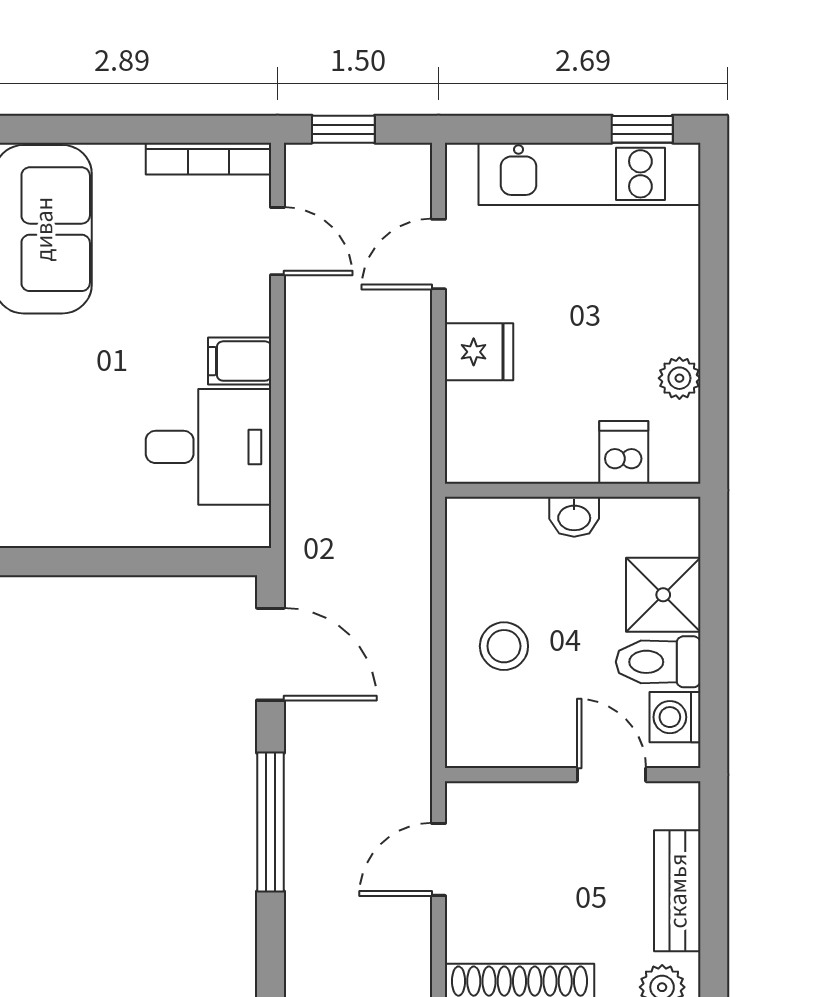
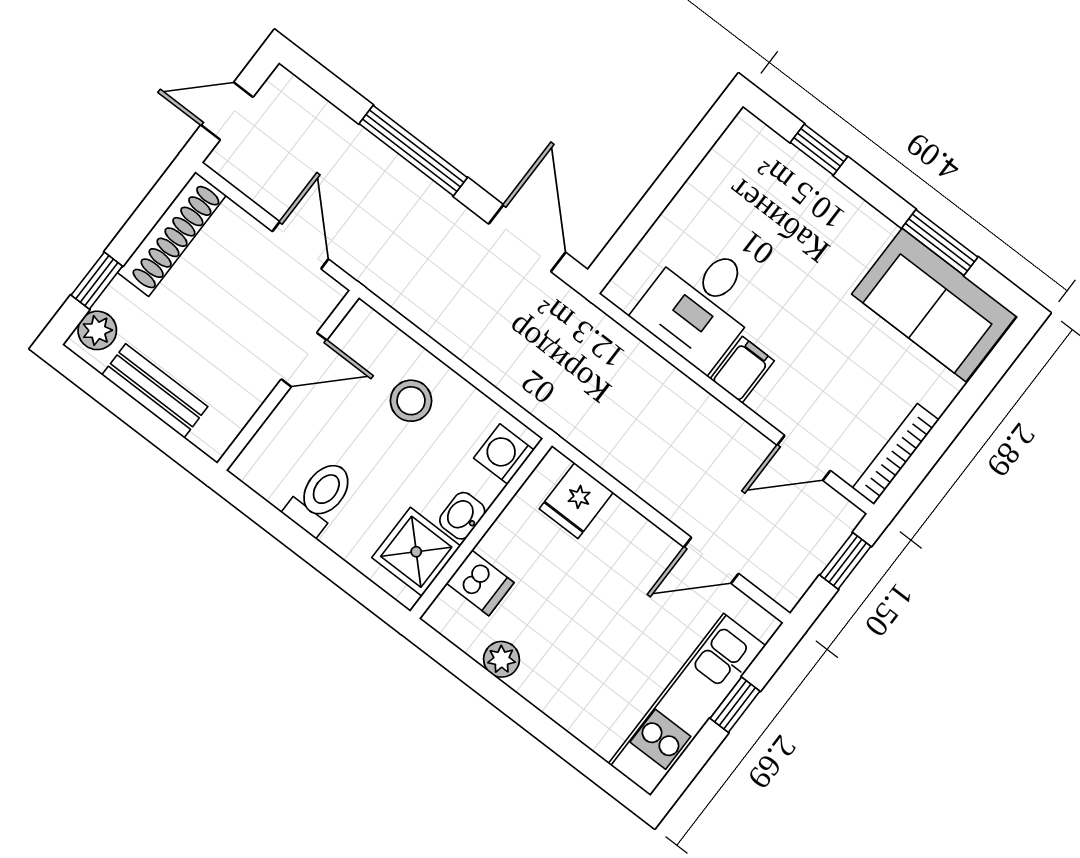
window: (642, 129) -> (735, 705), moved
door: (438, 254) -> (711, 560), swing flipped
fridge: (479, 352) -> (576, 501), moved
shower: (663, 595) -> (416, 552), moved
door: (271, 654) -> (527, 238), swing flipped
washing machine: (675, 717) -> (504, 454), moved, turned -90
door: (611, 775) -> (304, 360), moved

